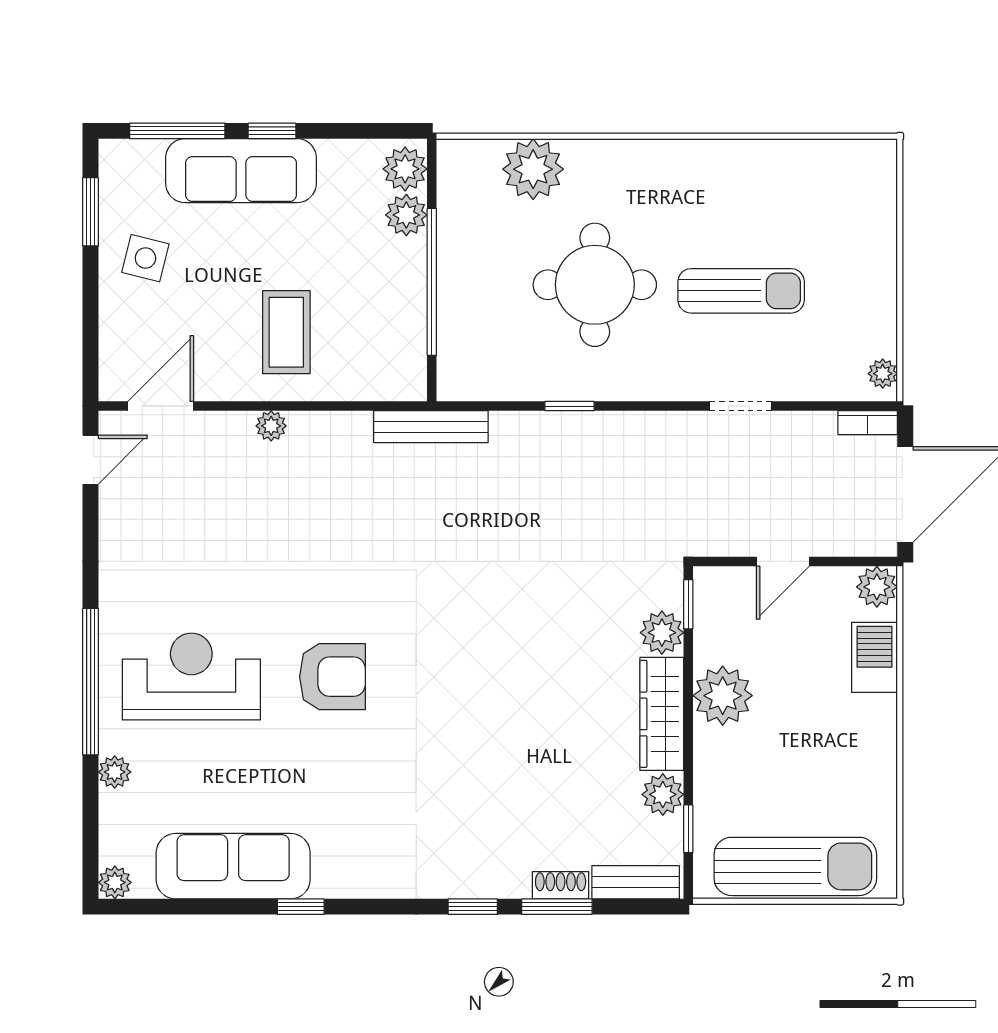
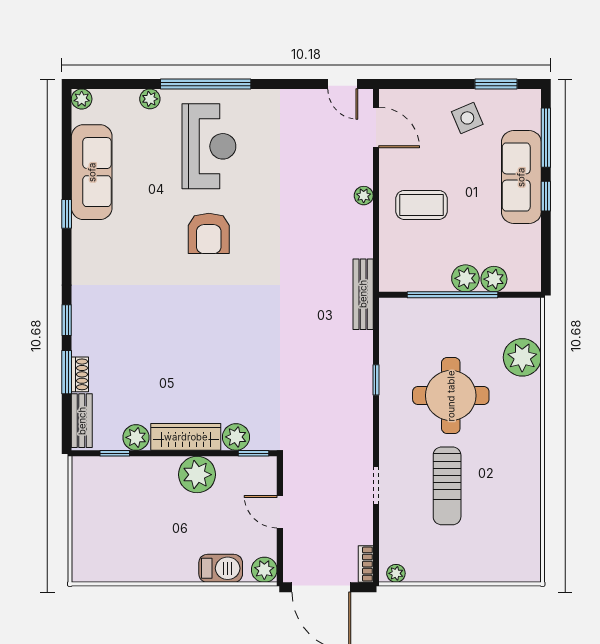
plant: (405, 169) -> (465, 278), moved
side table: (145, 258) -> (467, 118), turned -37
sun lounger: (795, 866) -> (92, 519), removed

